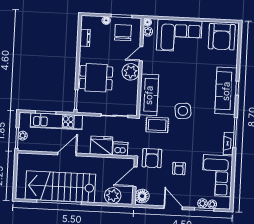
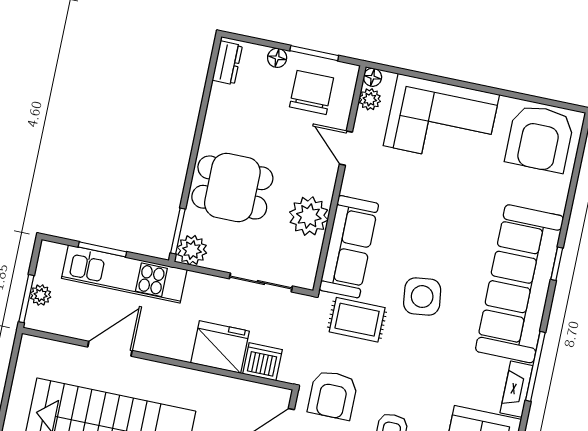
dresser: (85, 38) -> (227, 63), moved
door: (141, 54) -> (346, 148), hinge flipped
plant: (131, 72) -> (309, 216), moved
sofa: (226, 91) -> (519, 284), width x1.36, depth x1.27
plant: (83, 107) -> (192, 250), added
door: (67, 154) -> (110, 349), moved

